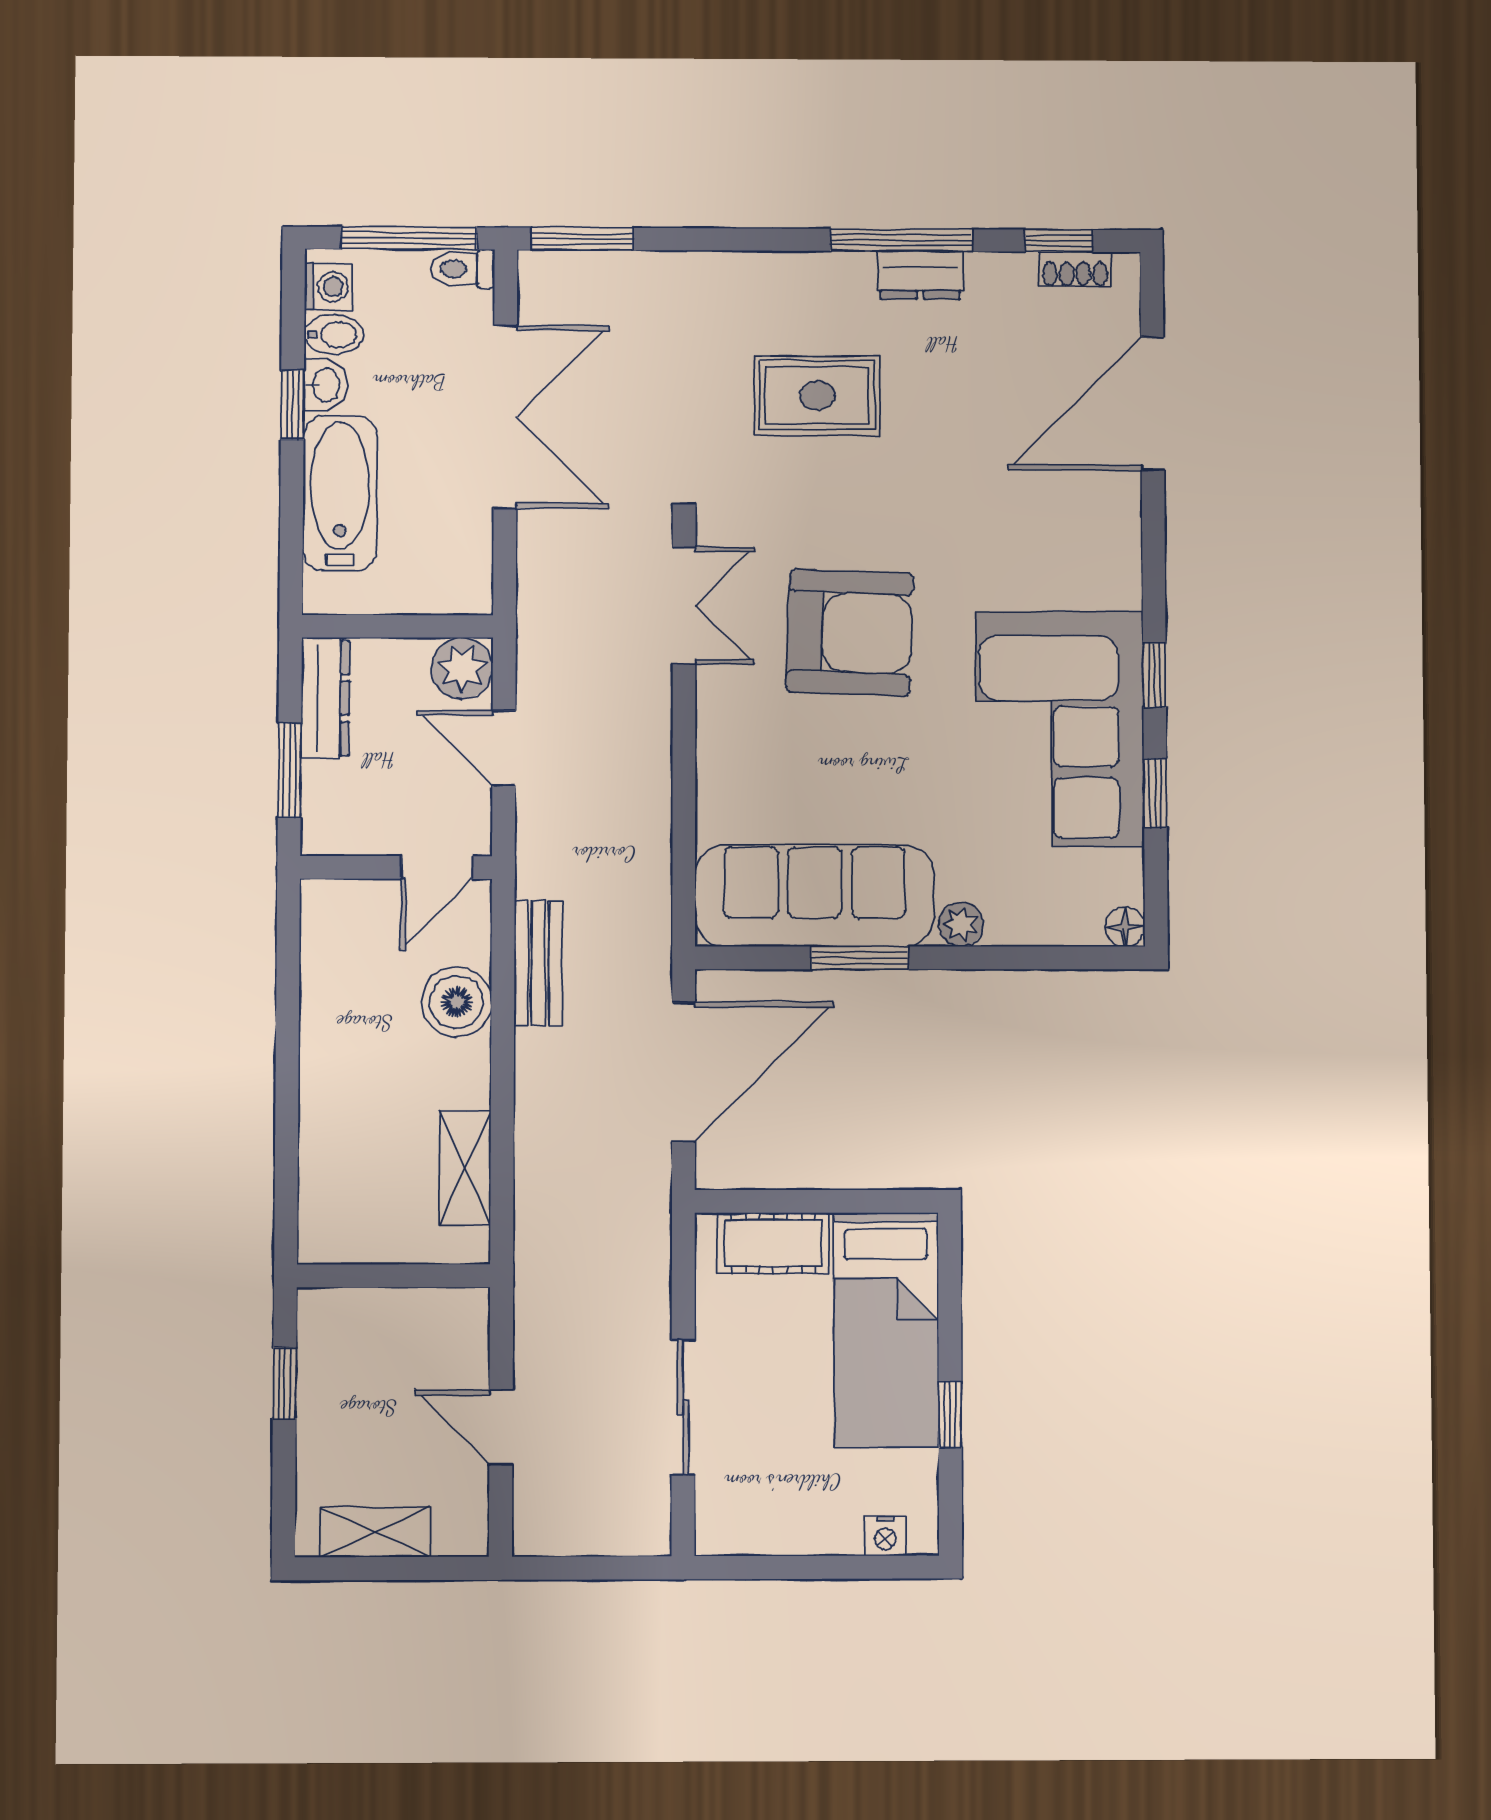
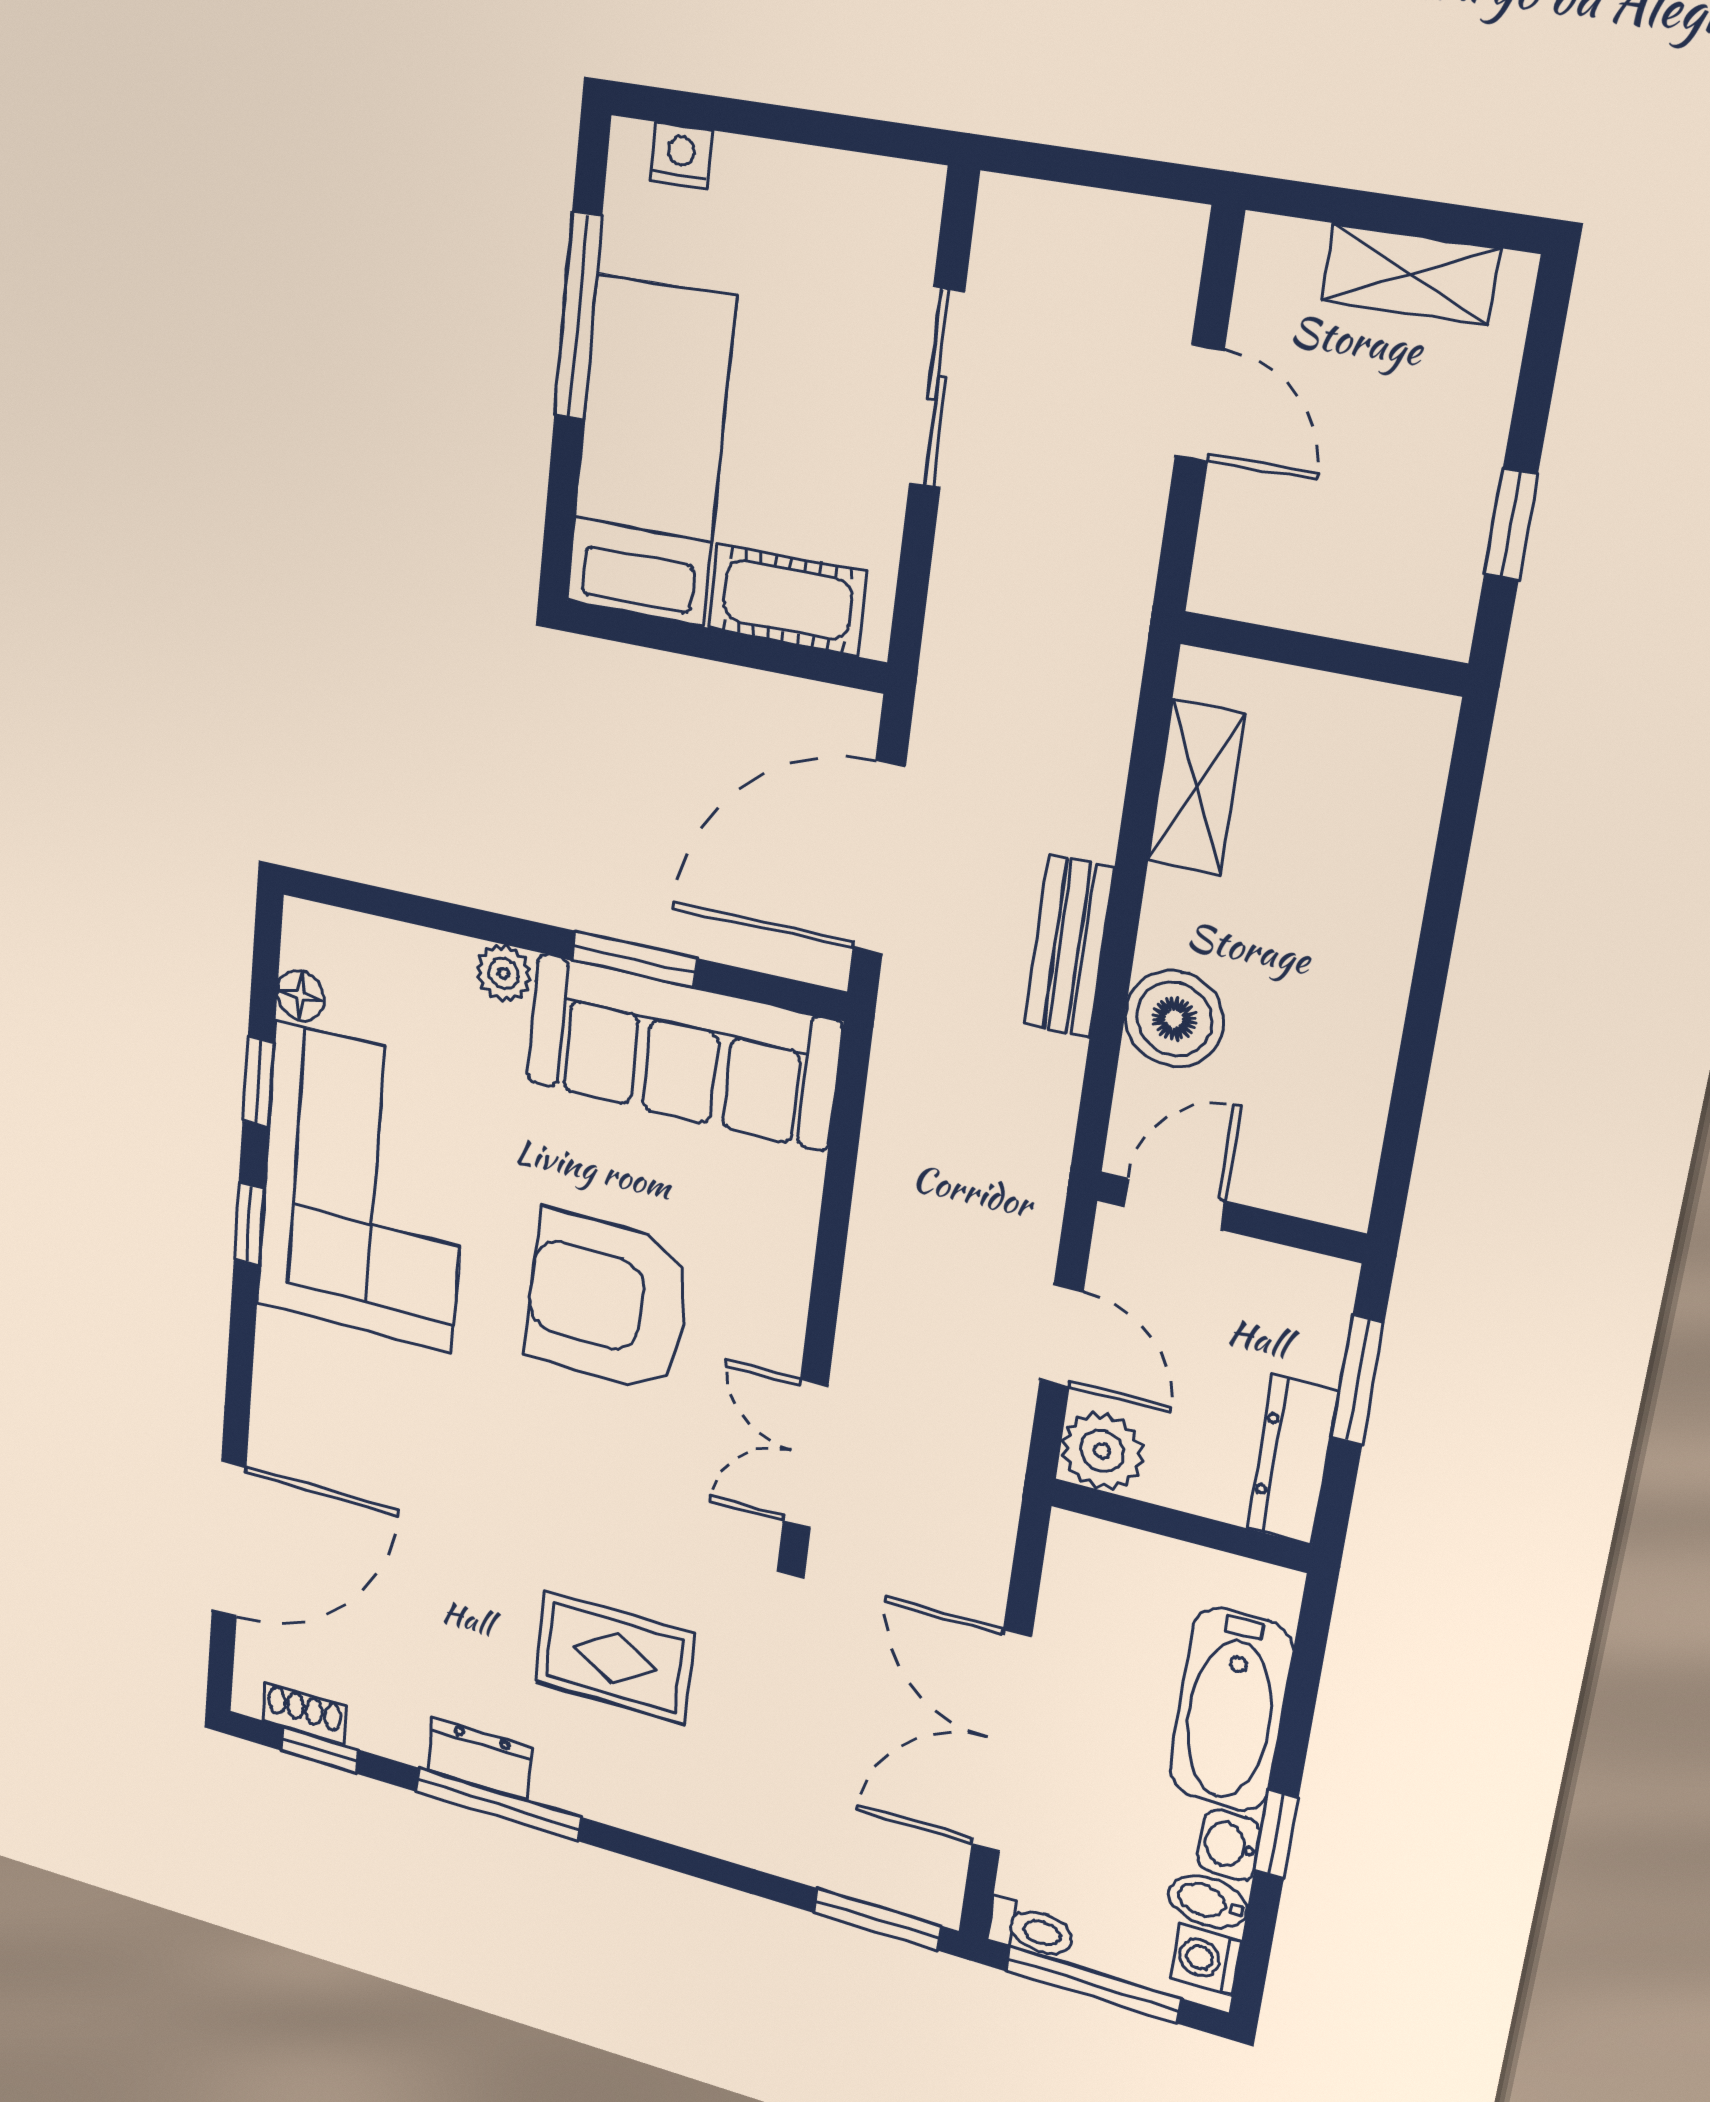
armchair: (850, 633) -> (607, 1302), moved
floor lamp: (1125, 927) -> (301, 995), moved
bench: (538, 963) -> (1069, 947), moved
window: (950, 1415) -> (578, 316), width x2.17

